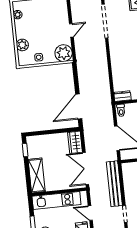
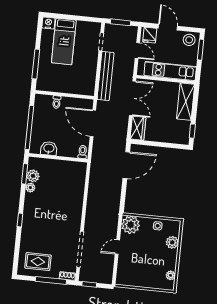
dresser: (123, 96) -> (78, 167), removed

